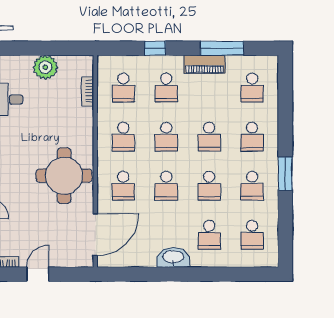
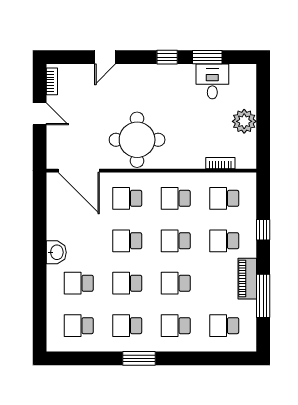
washbasin: (173, 257) -> (56, 252), width x0.72

